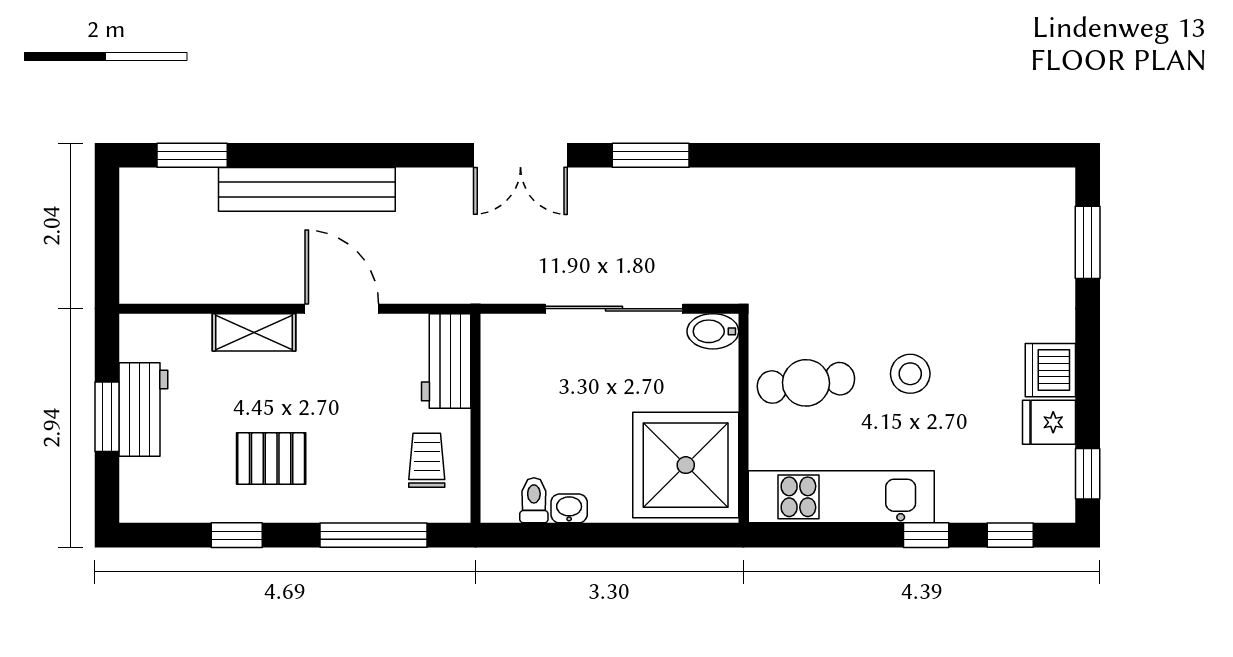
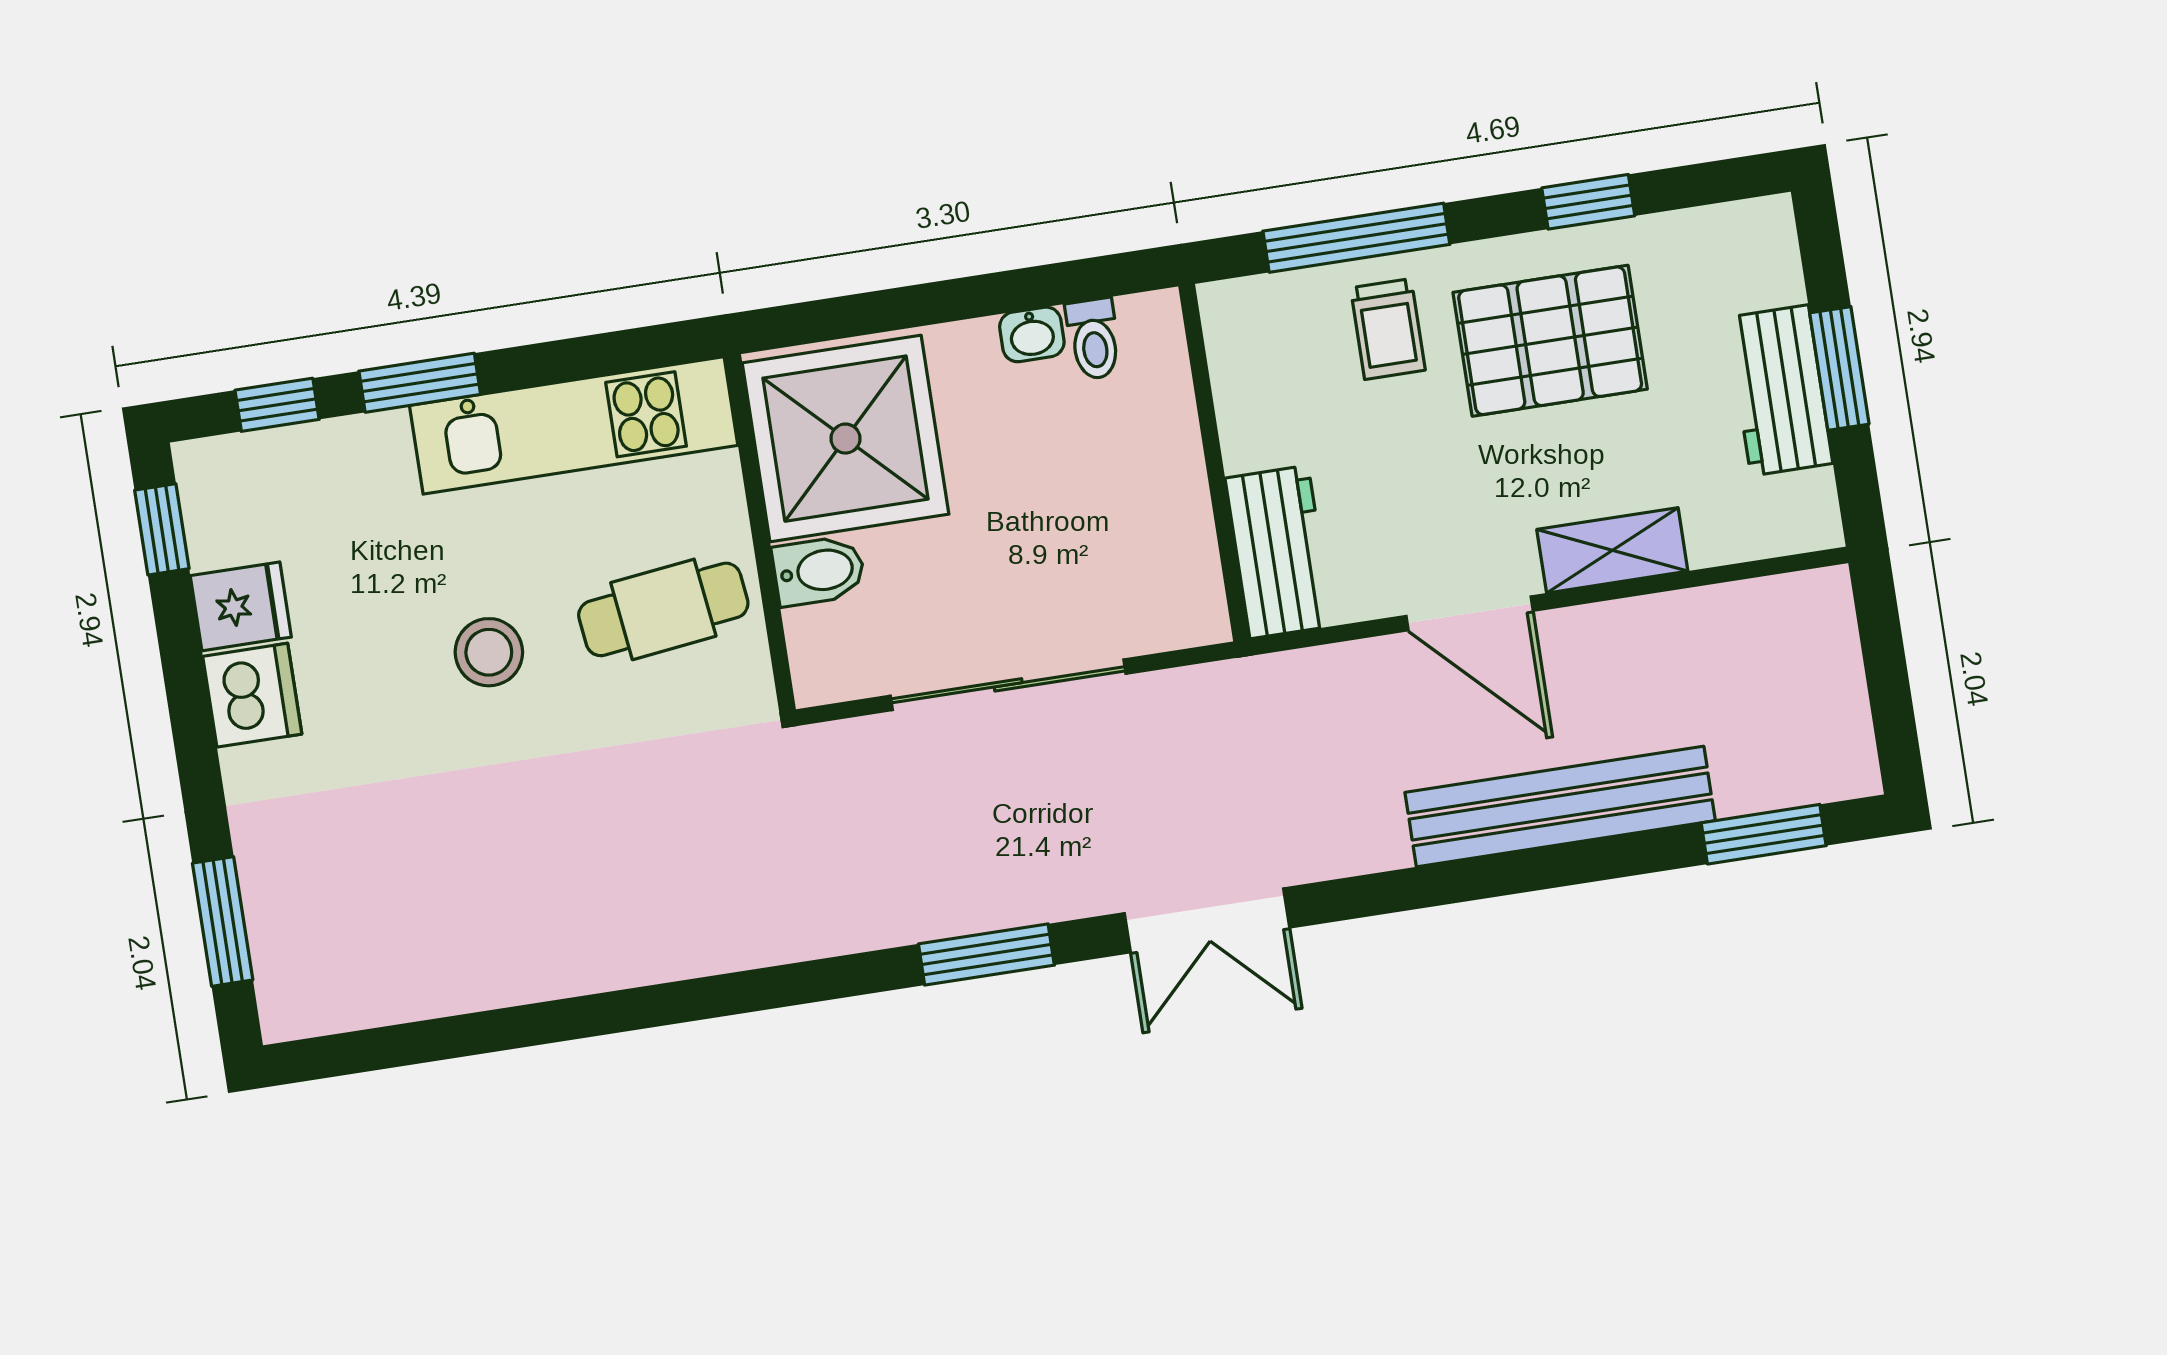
double door: (520, 155) -> (1207, 920), swing flipped
bidet: (713, 331) -> (819, 571), moved
pallet: (271, 459) -> (1550, 341), width x1.50, depth x1.42
trolley: (427, 460) -> (1388, 329), moved
window: (926, 535) -> (420, 383), width x1.50

